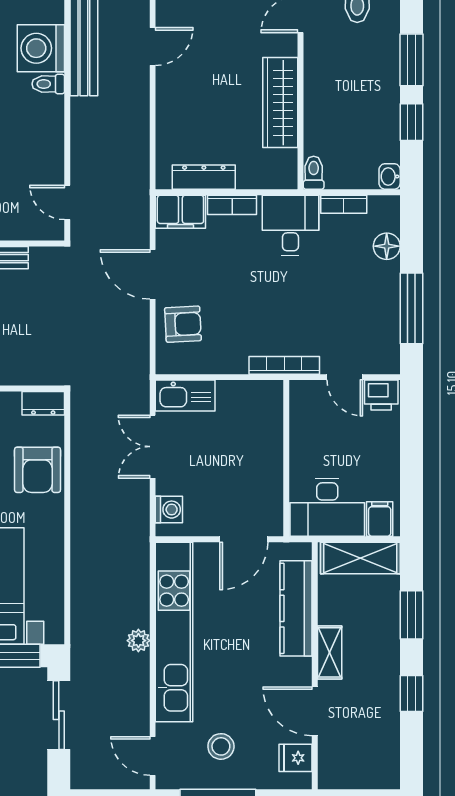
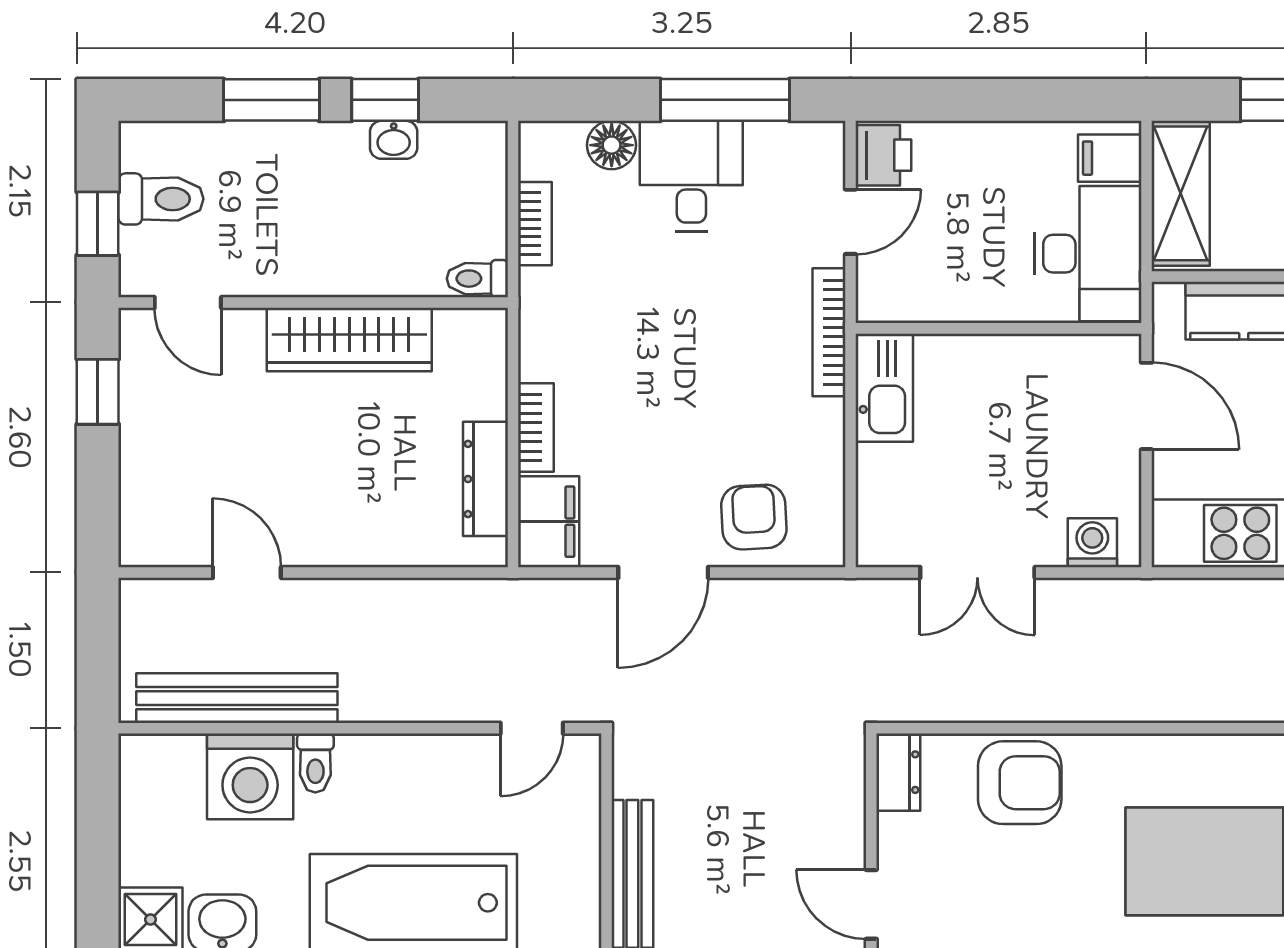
washbasin: (390, 176) -> (394, 140), moved
desk: (290, 225) -> (691, 176), moved, turned 90
kitchen sink: (185, 396) -> (884, 388), moved

